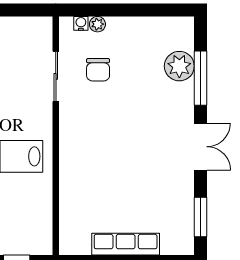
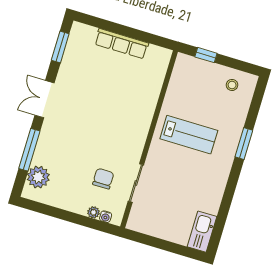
plant: (179, 66) -> (38, 177), moved

